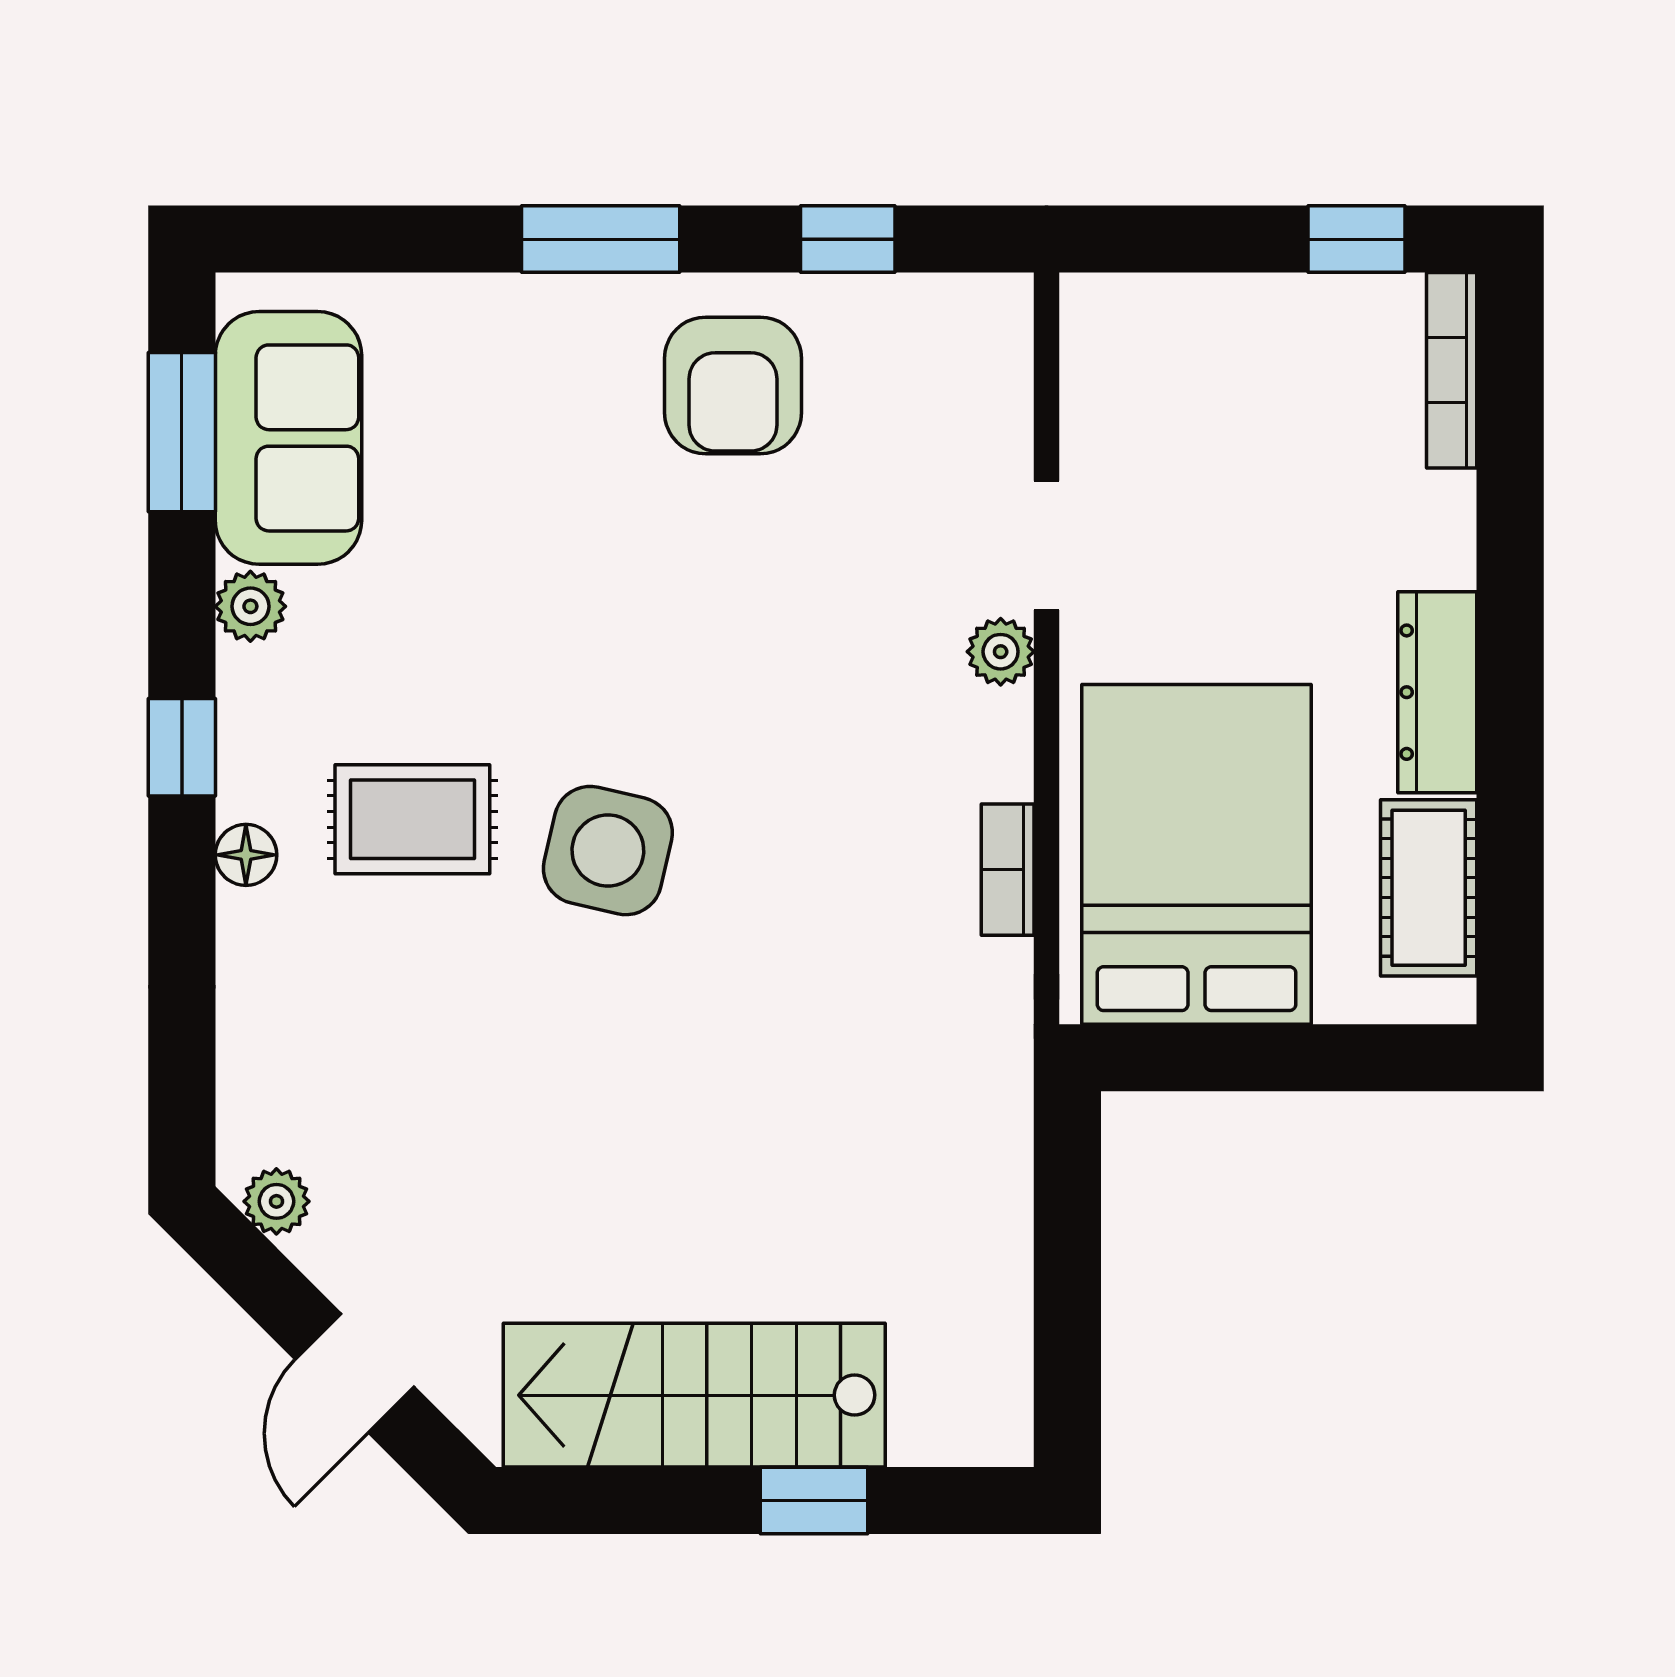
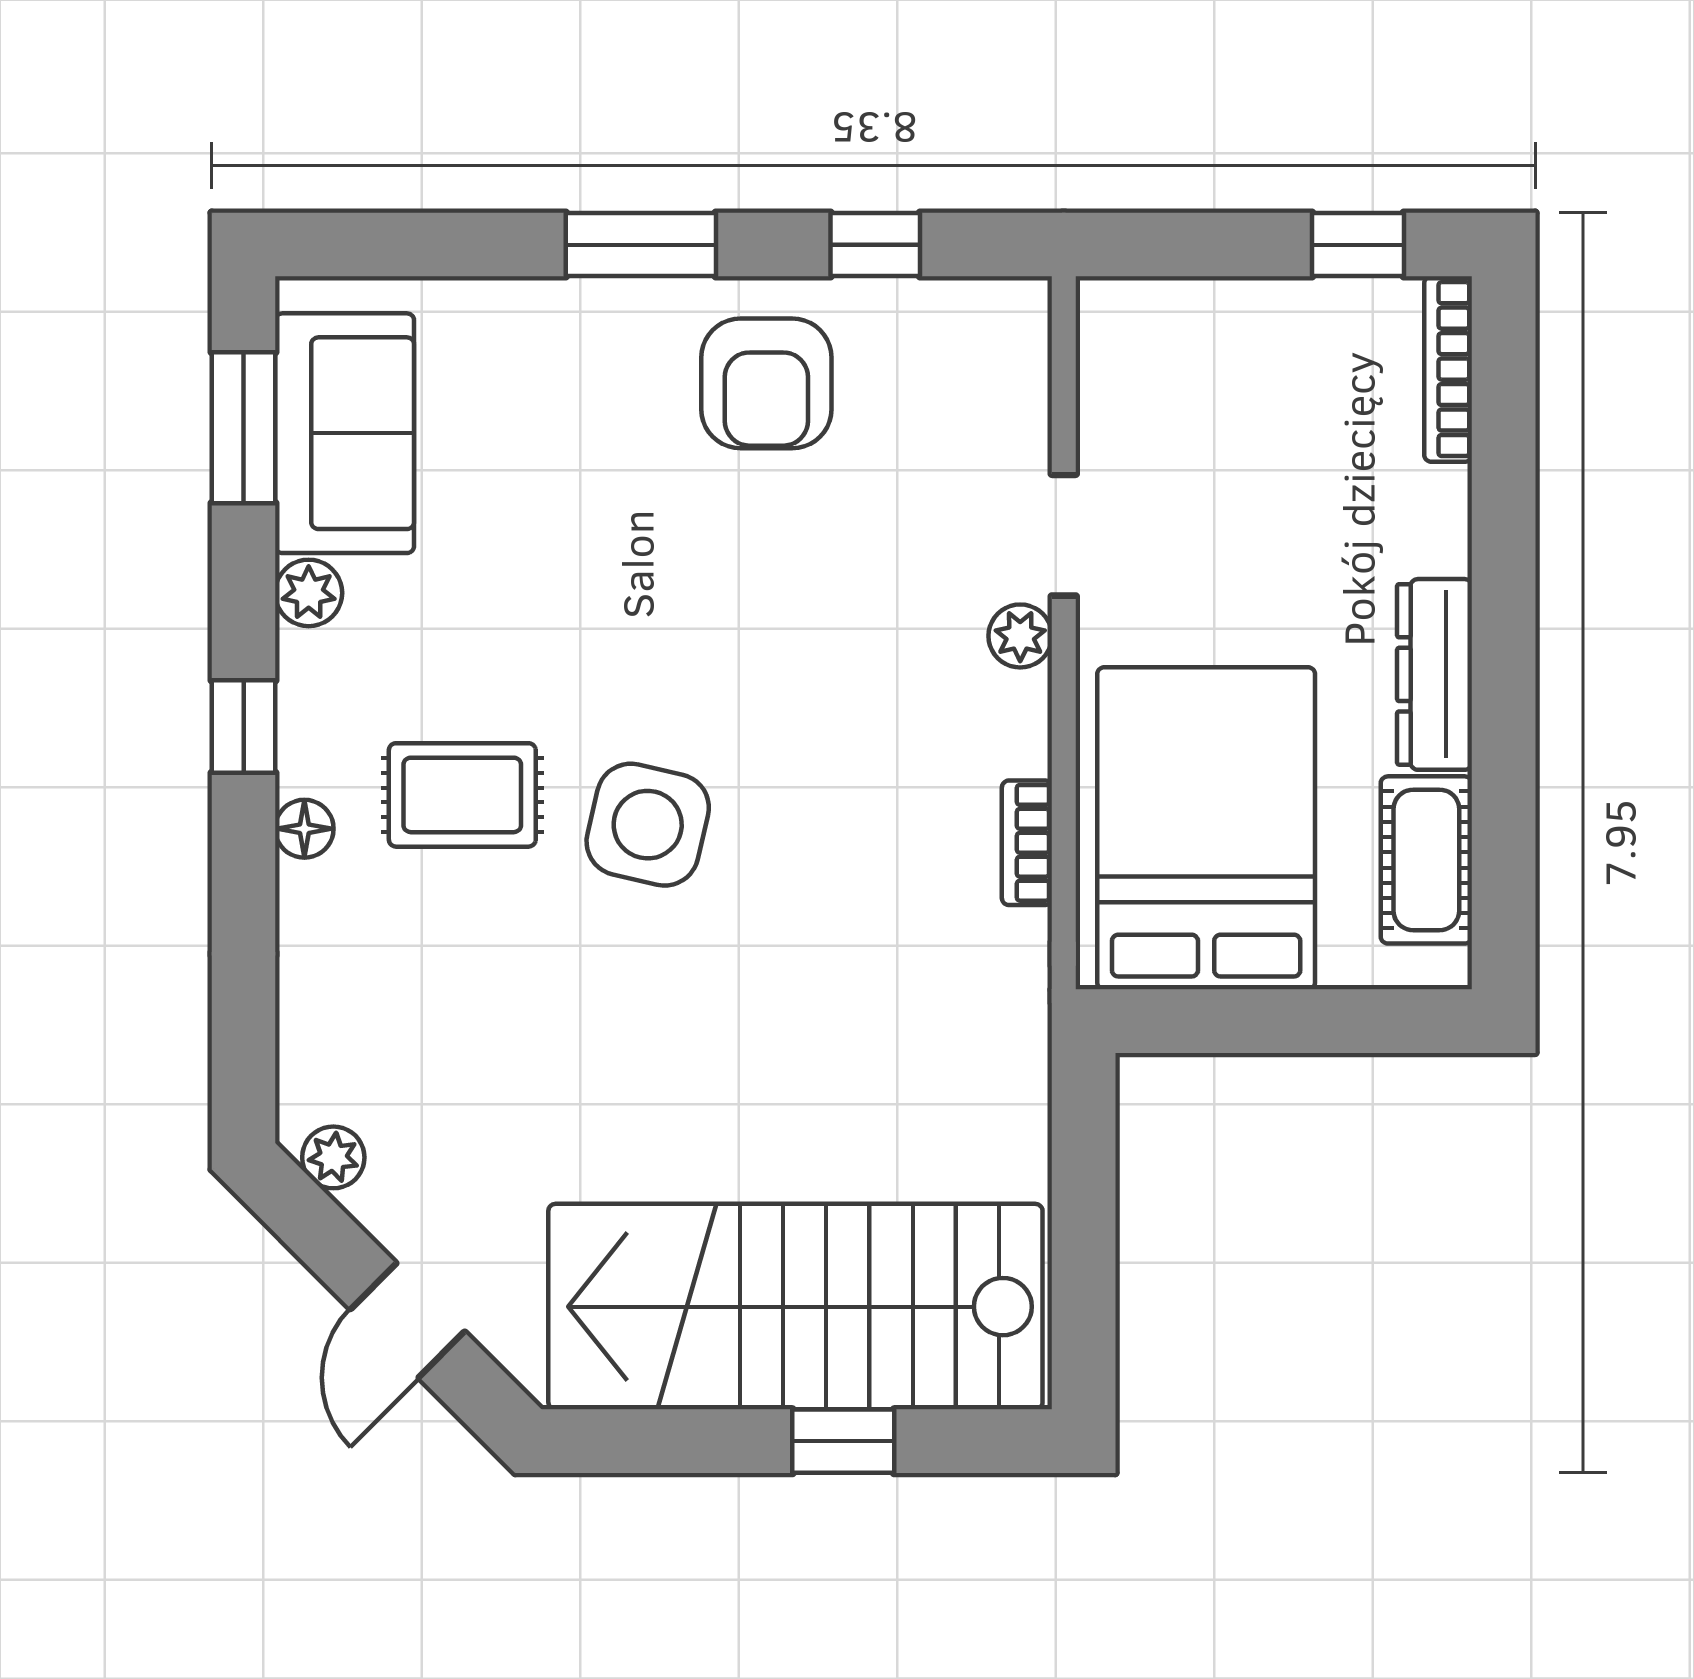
stairs: (694, 1395) -> (795, 1307), width x1.36, depth x1.51

